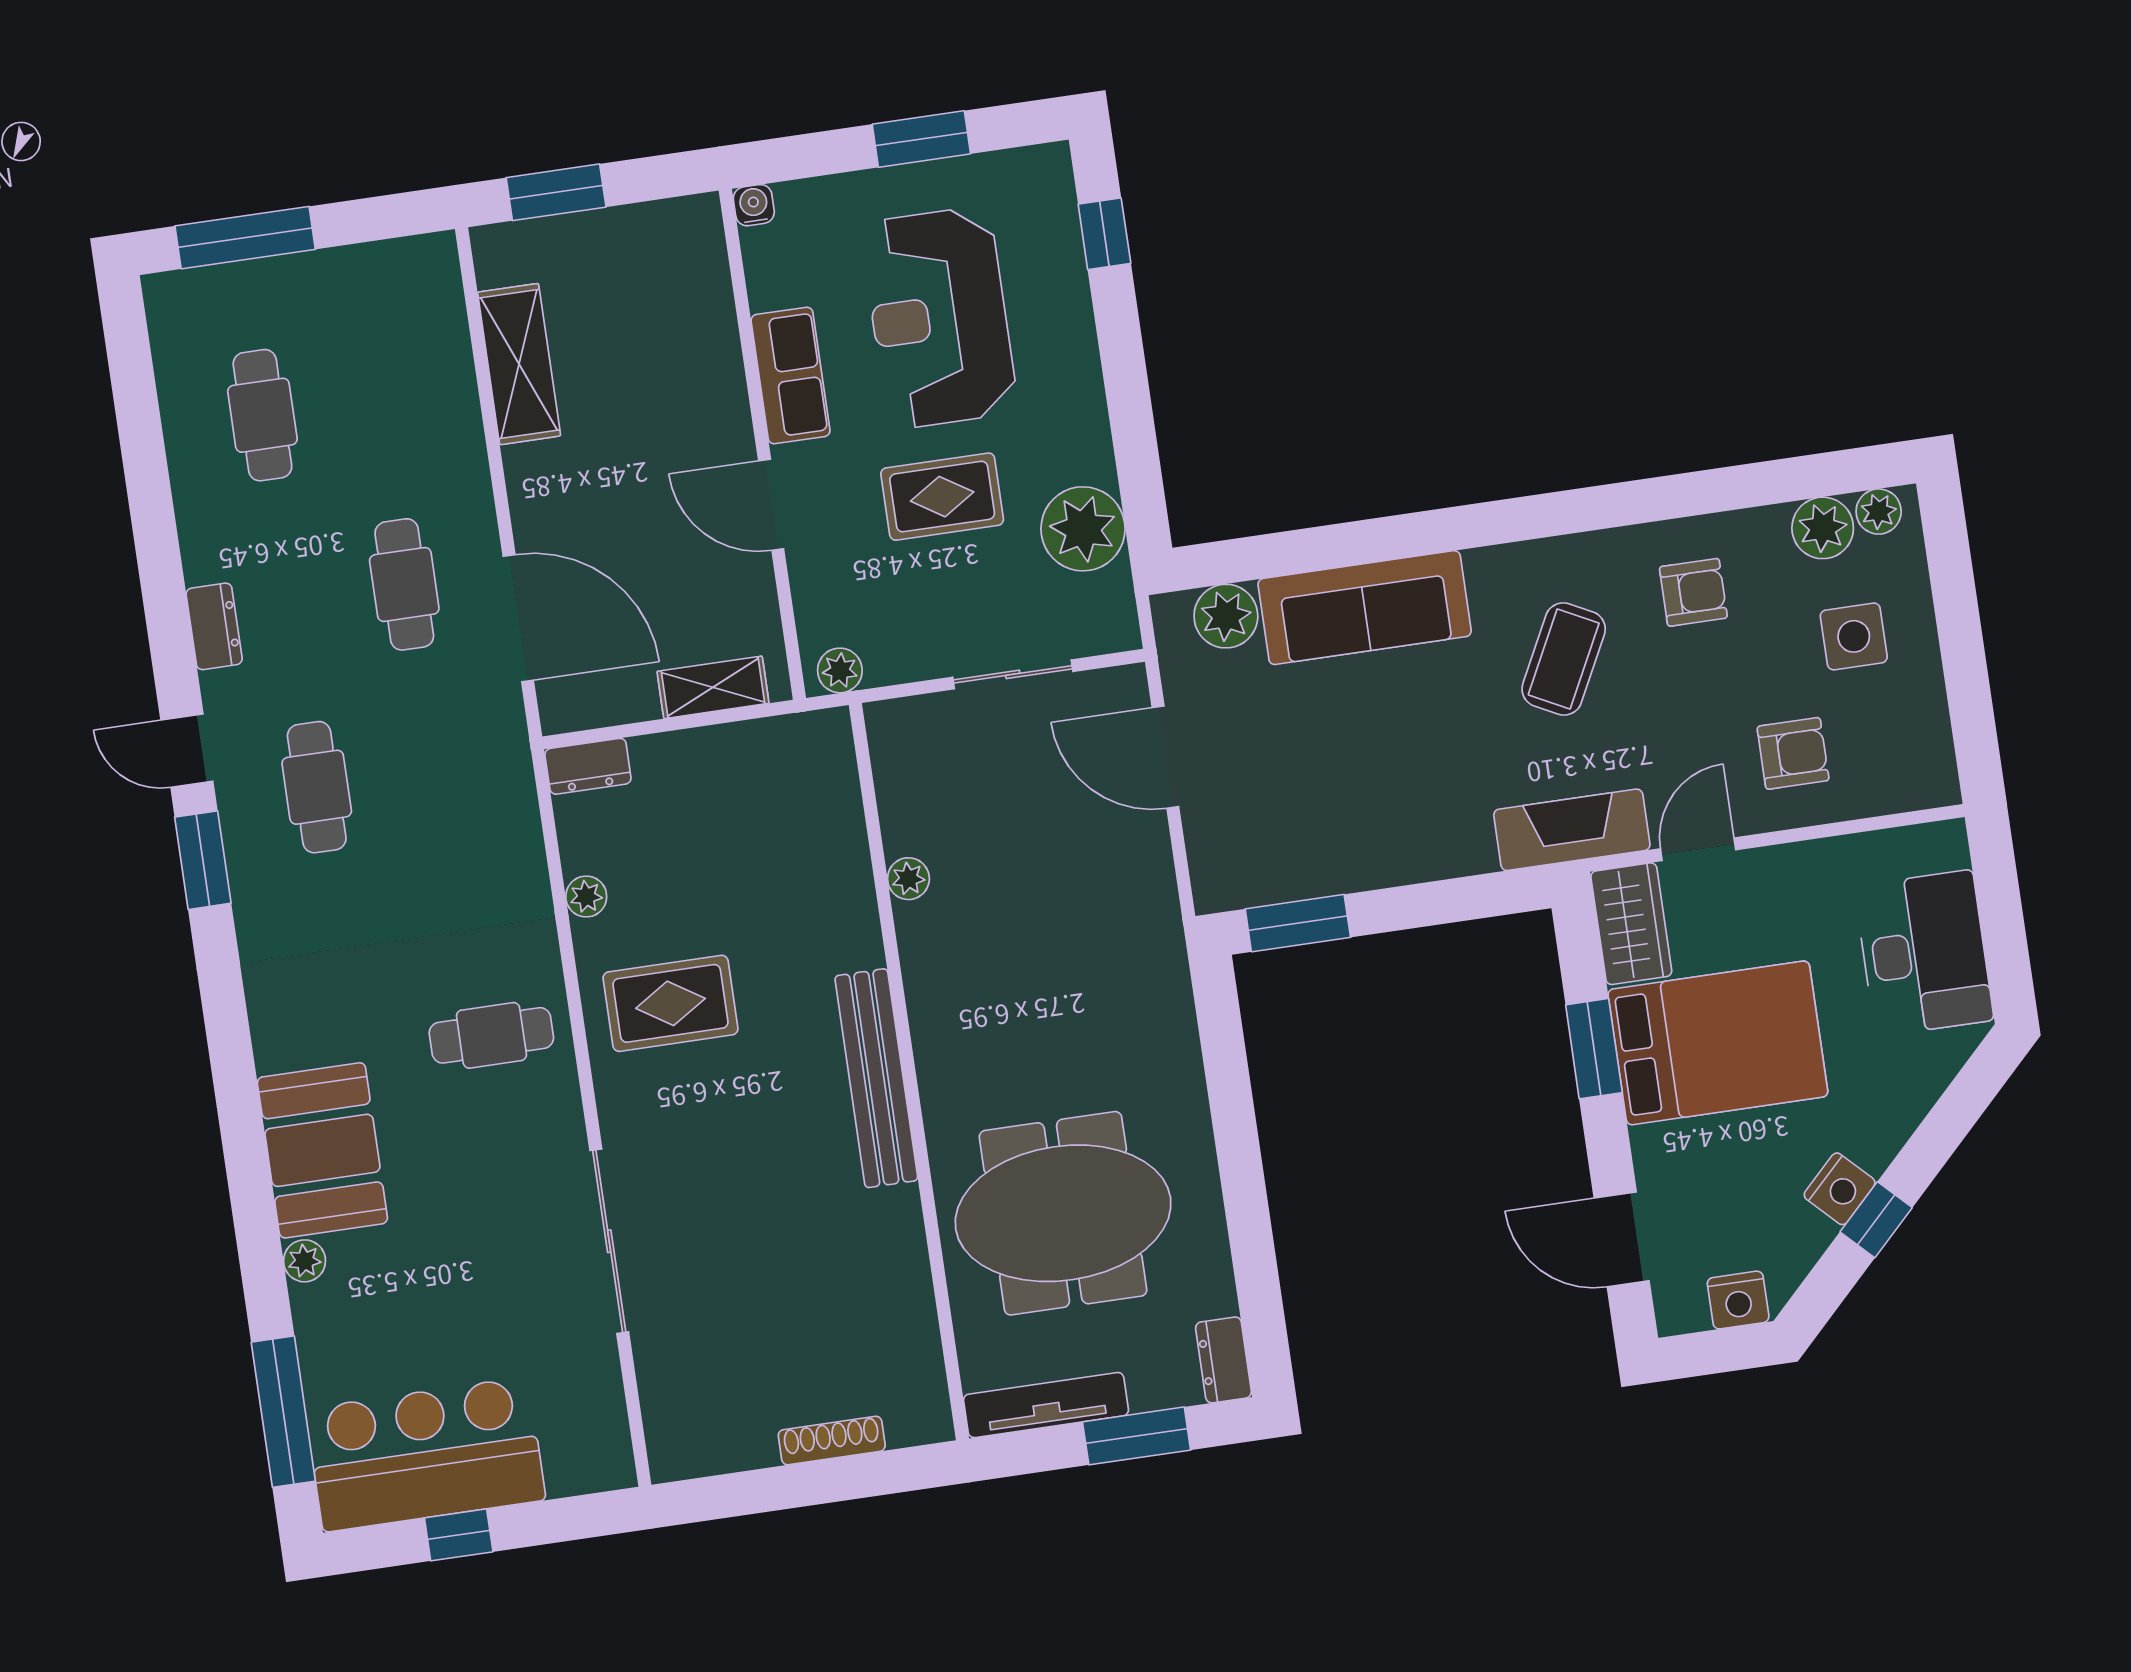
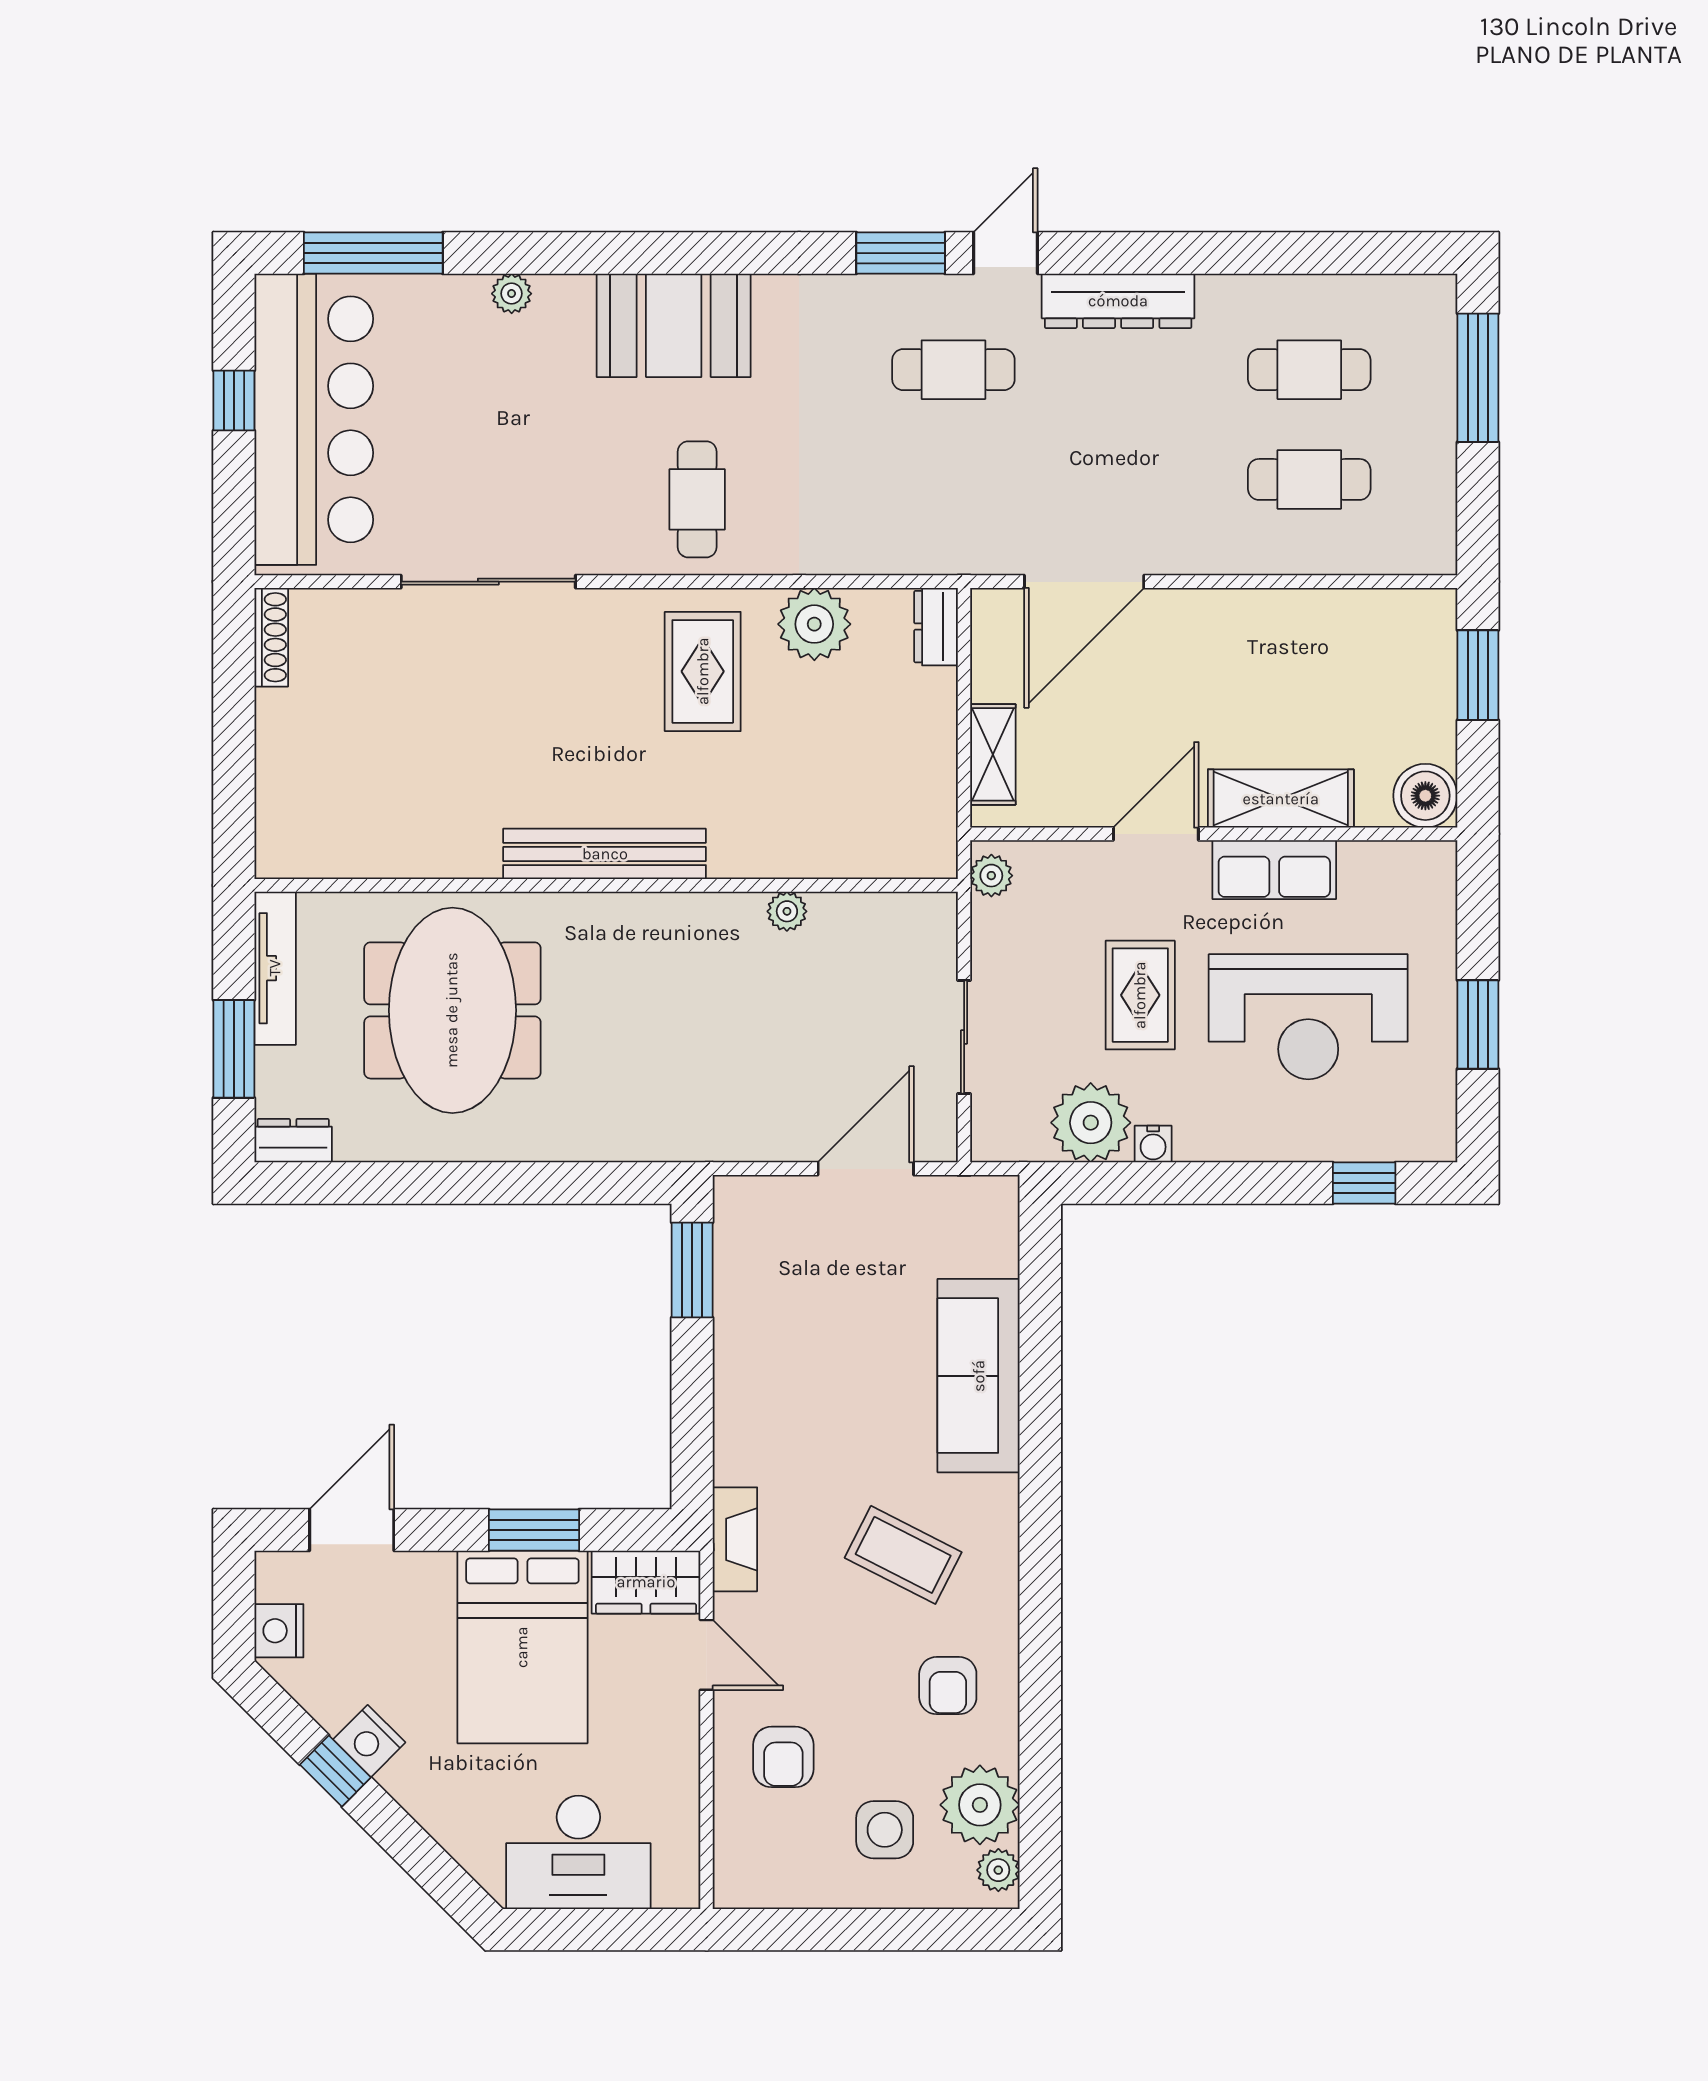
water cooler: (754, 205) -> (1153, 1144), moved, turned 90
boiler: (690, 229) -> (1425, 796), added
reception desk: (939, 318) -> (1308, 1017), turned 180
shelving: (519, 364) -> (1281, 799), moved
plant: (1823, 528) -> (980, 1805), width x1.36, depth x1.36
cafe table: (404, 584) -> (1309, 479), moved
plant: (1226, 616) -> (989, 1245), removed
dresser: (214, 626) -> (1118, 301), width x1.96, depth x1.24
fireplace: (1572, 830) -> (735, 1539), width x0.73, depth x0.76
plant: (586, 897) -> (814, 624), width x1.88, depth x1.88
booth: (322, 1150) -> (674, 325), moved
shoe rack: (832, 1440) -> (271, 637), moved
bar counter: (426, 1454) -> (314, 419), width x1.36

